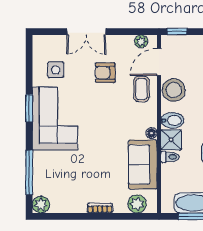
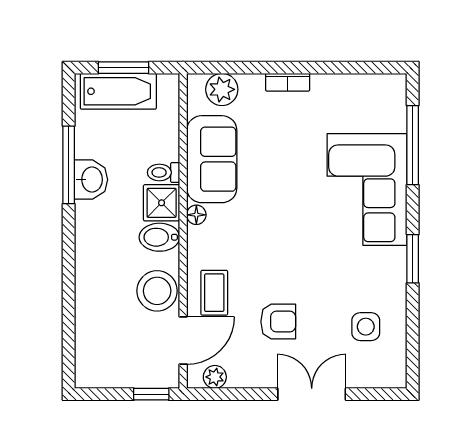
corner sofa: (55, 118) -> (367, 190), moved
plant: (41, 205) -> (392, 88), removed

